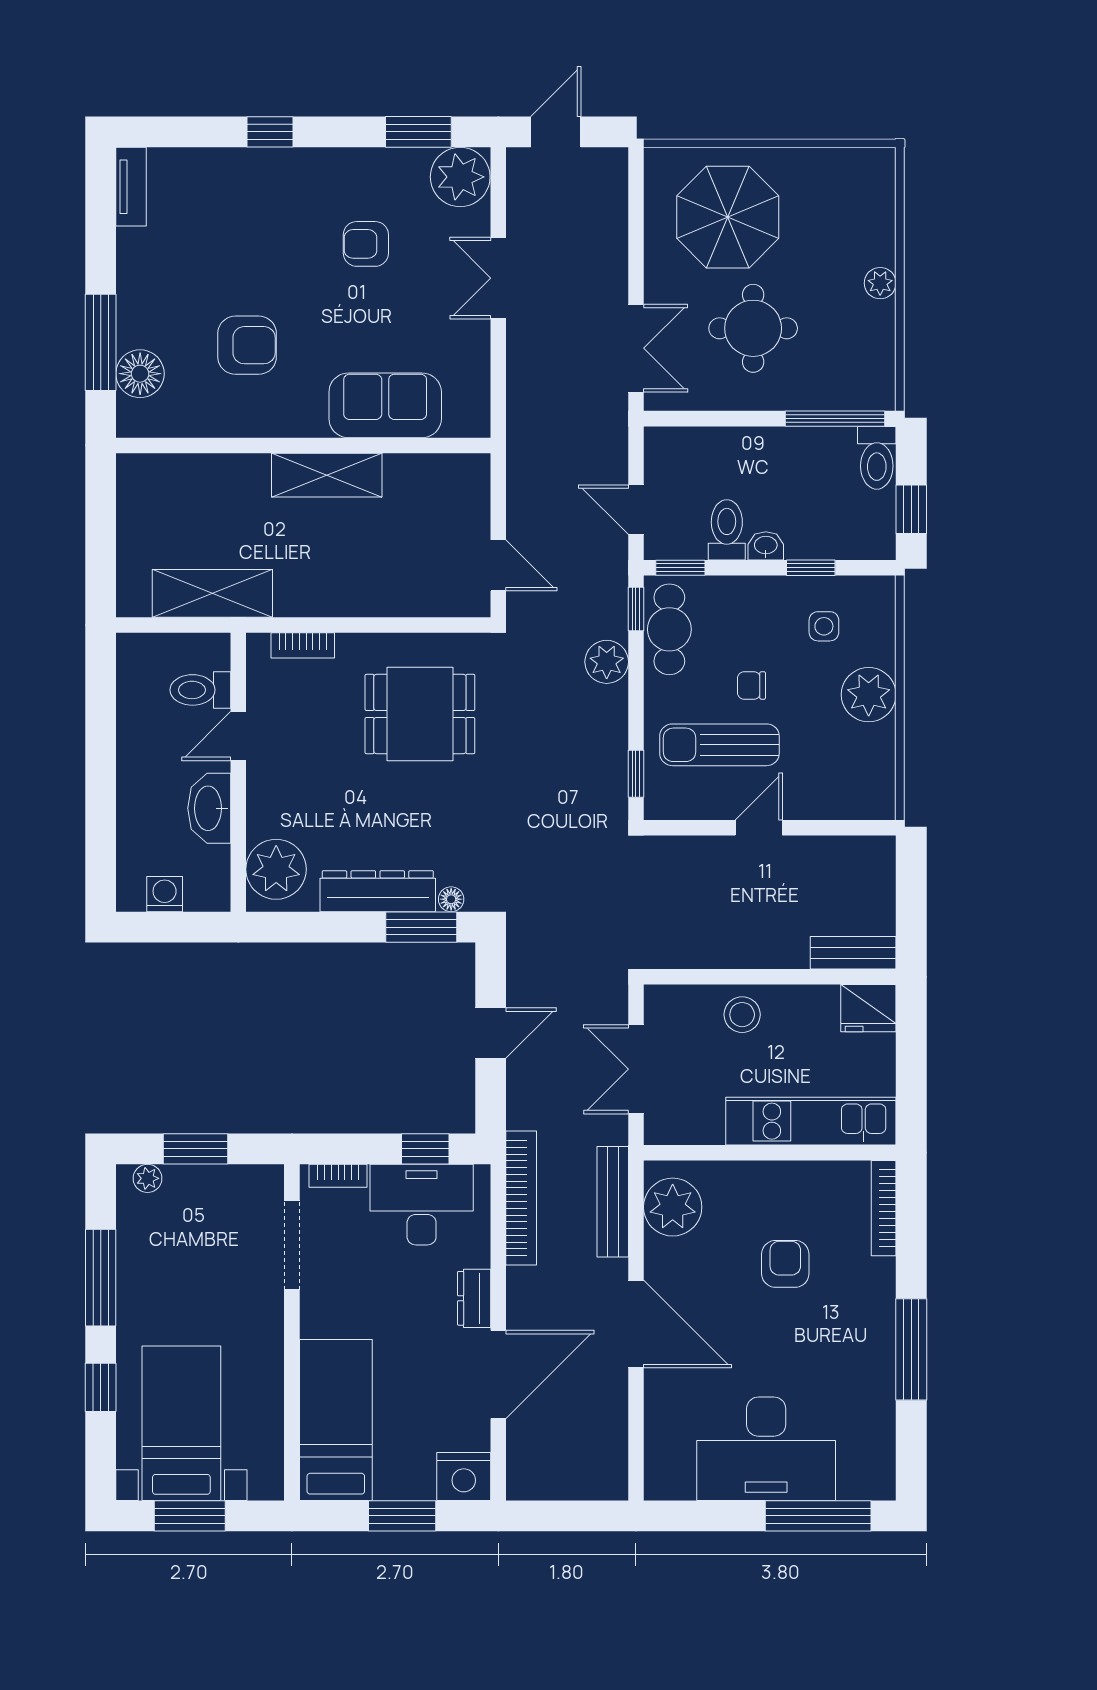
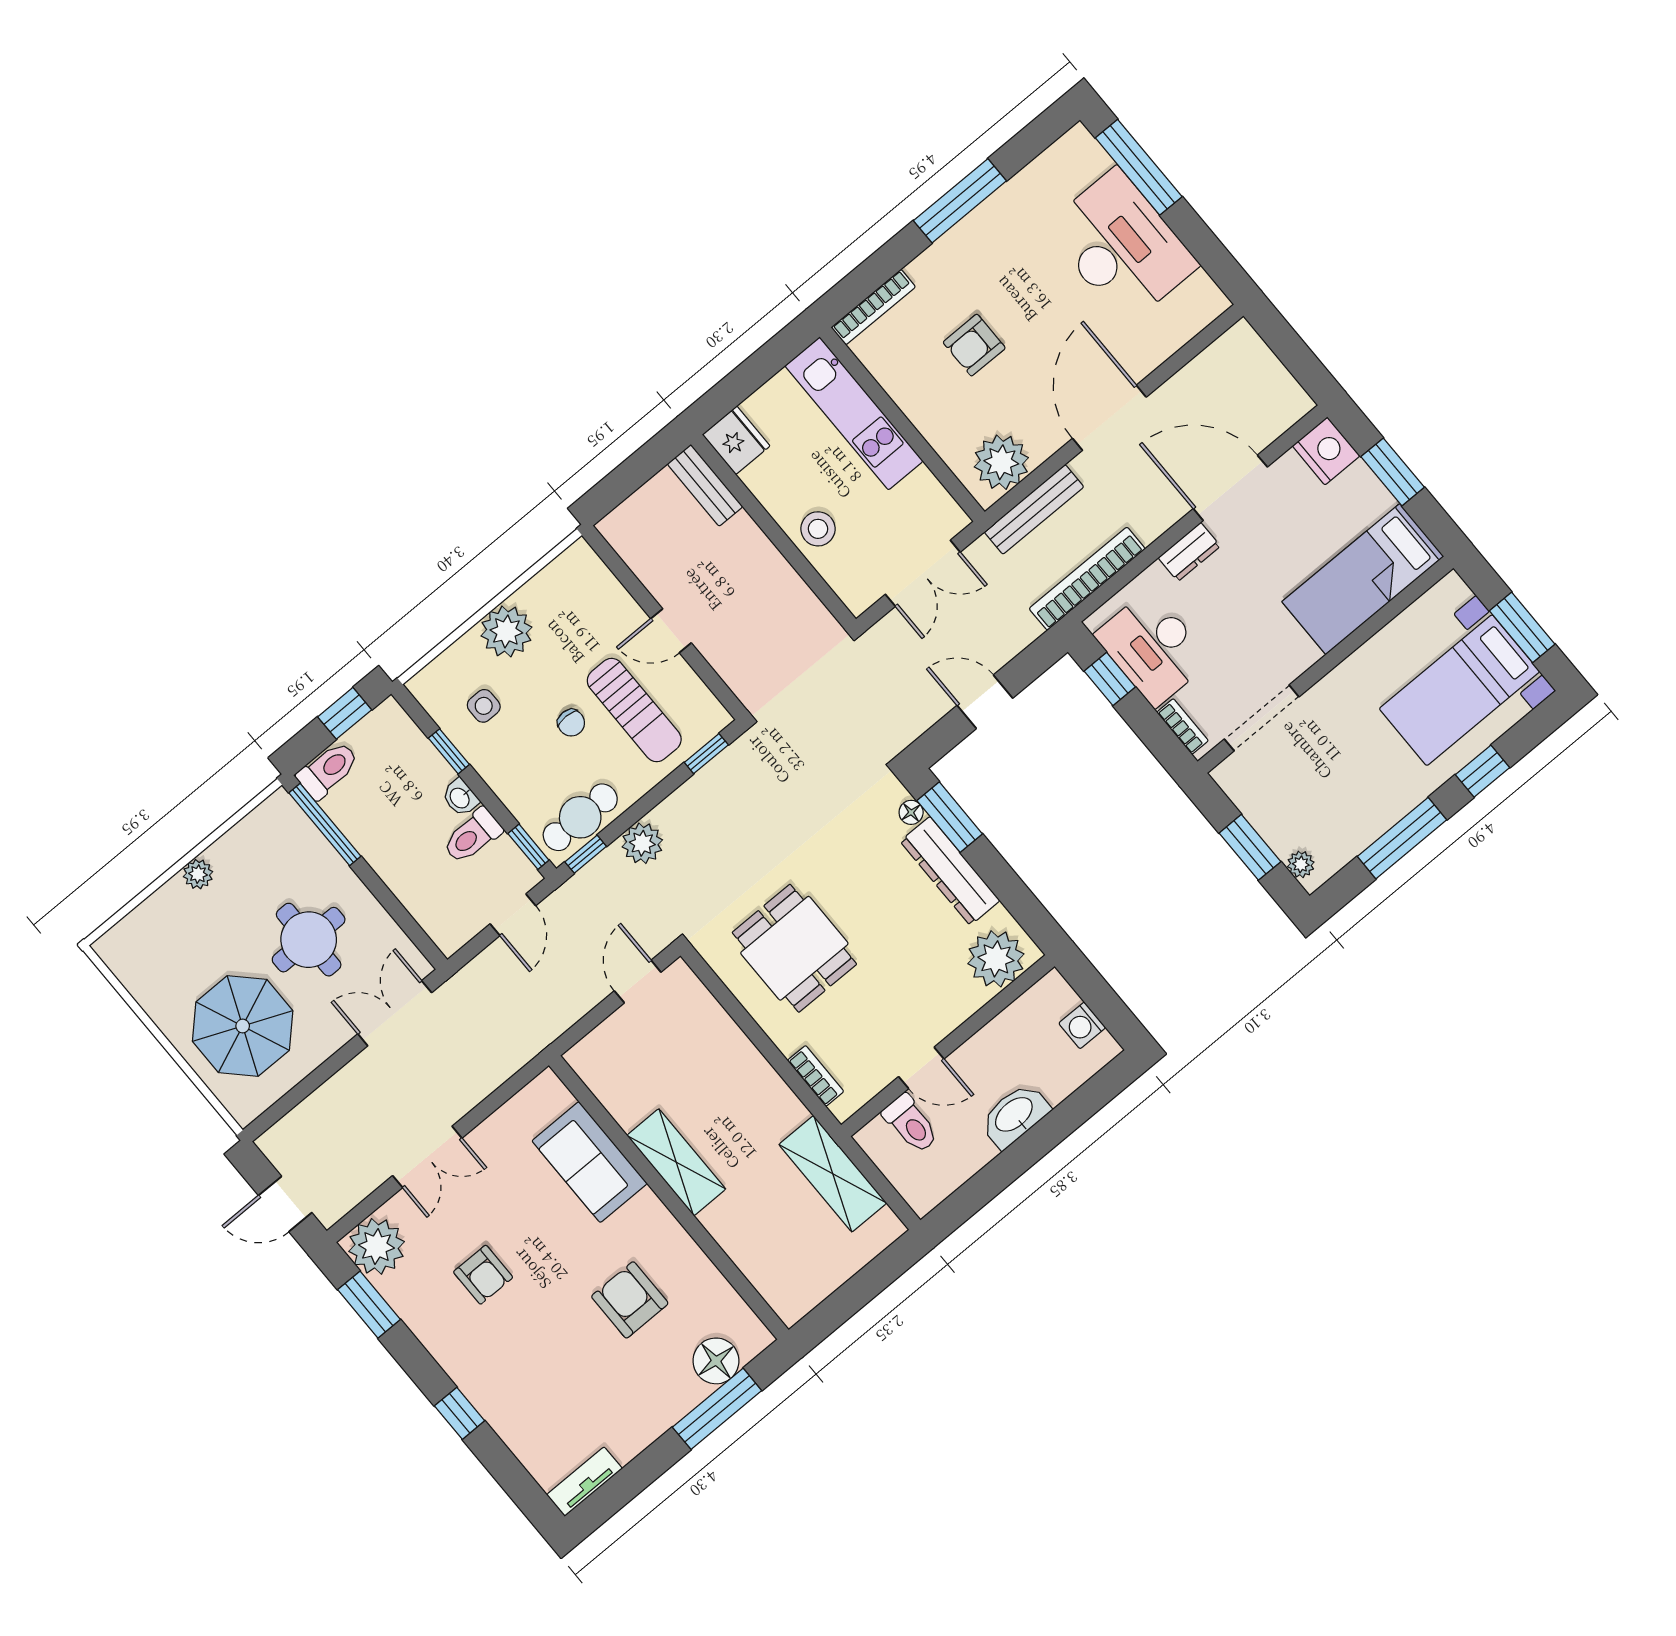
washbasin: (209, 808) -> (1015, 1115), moved, turned 180

